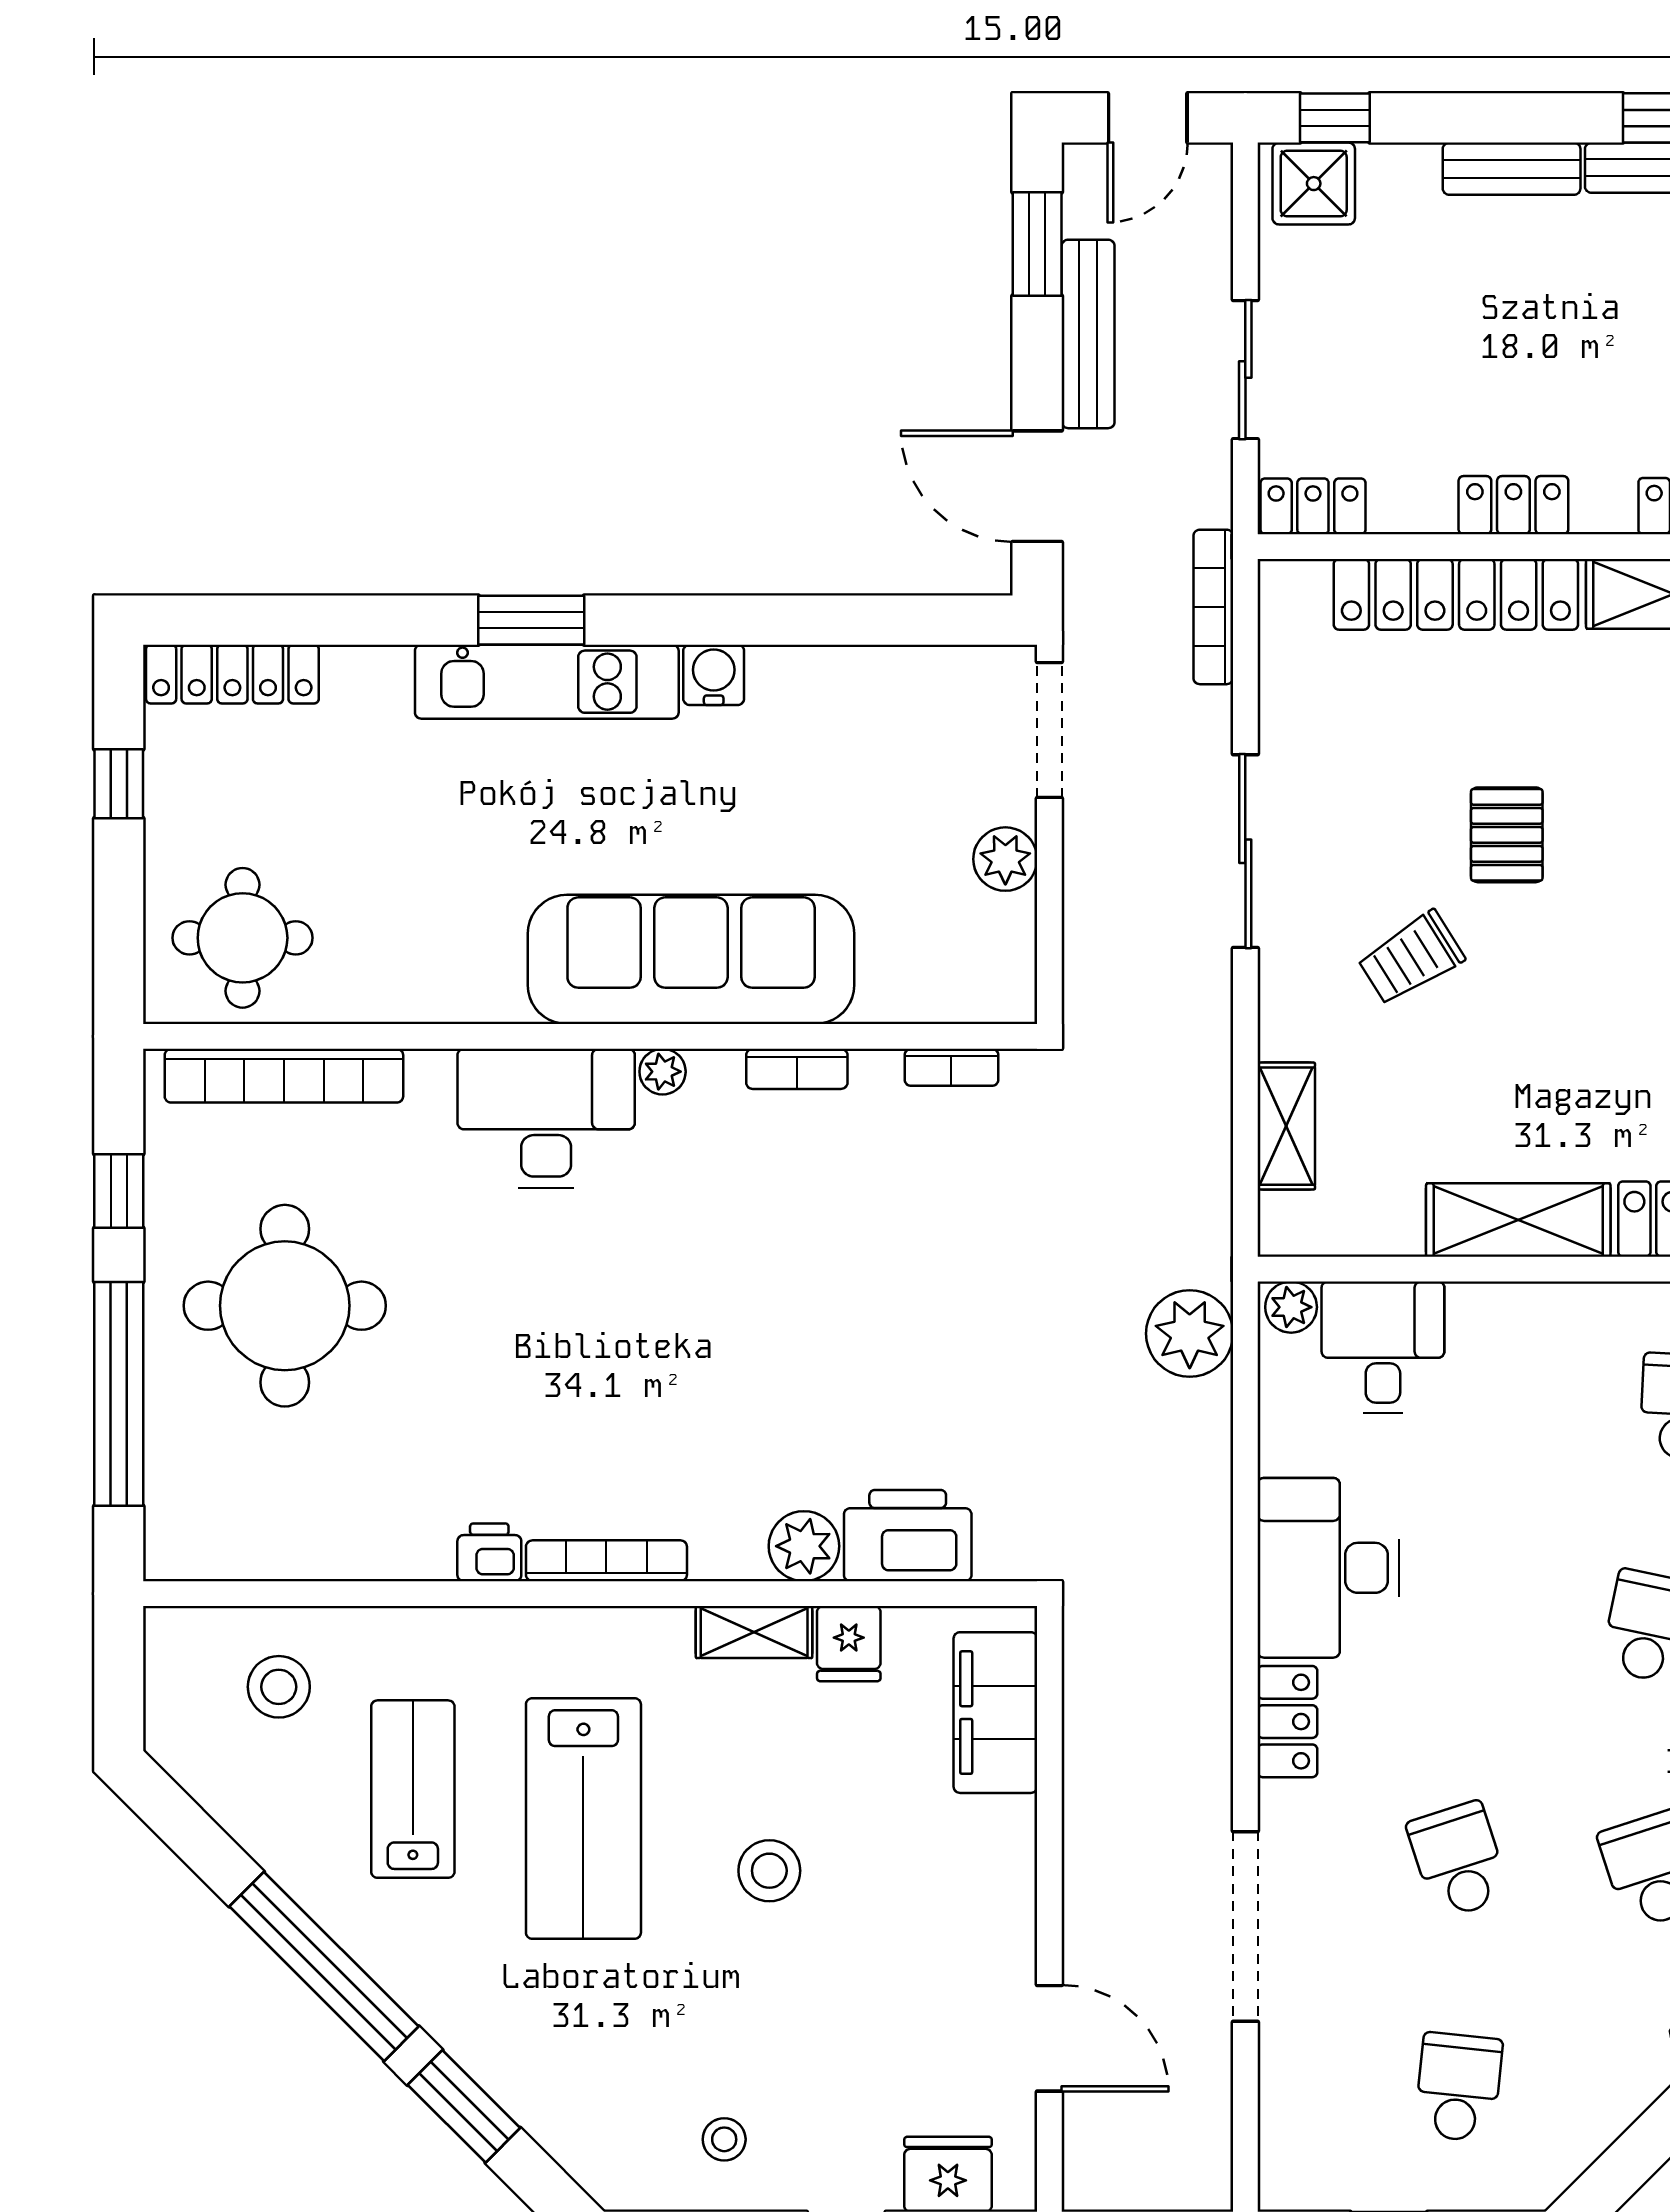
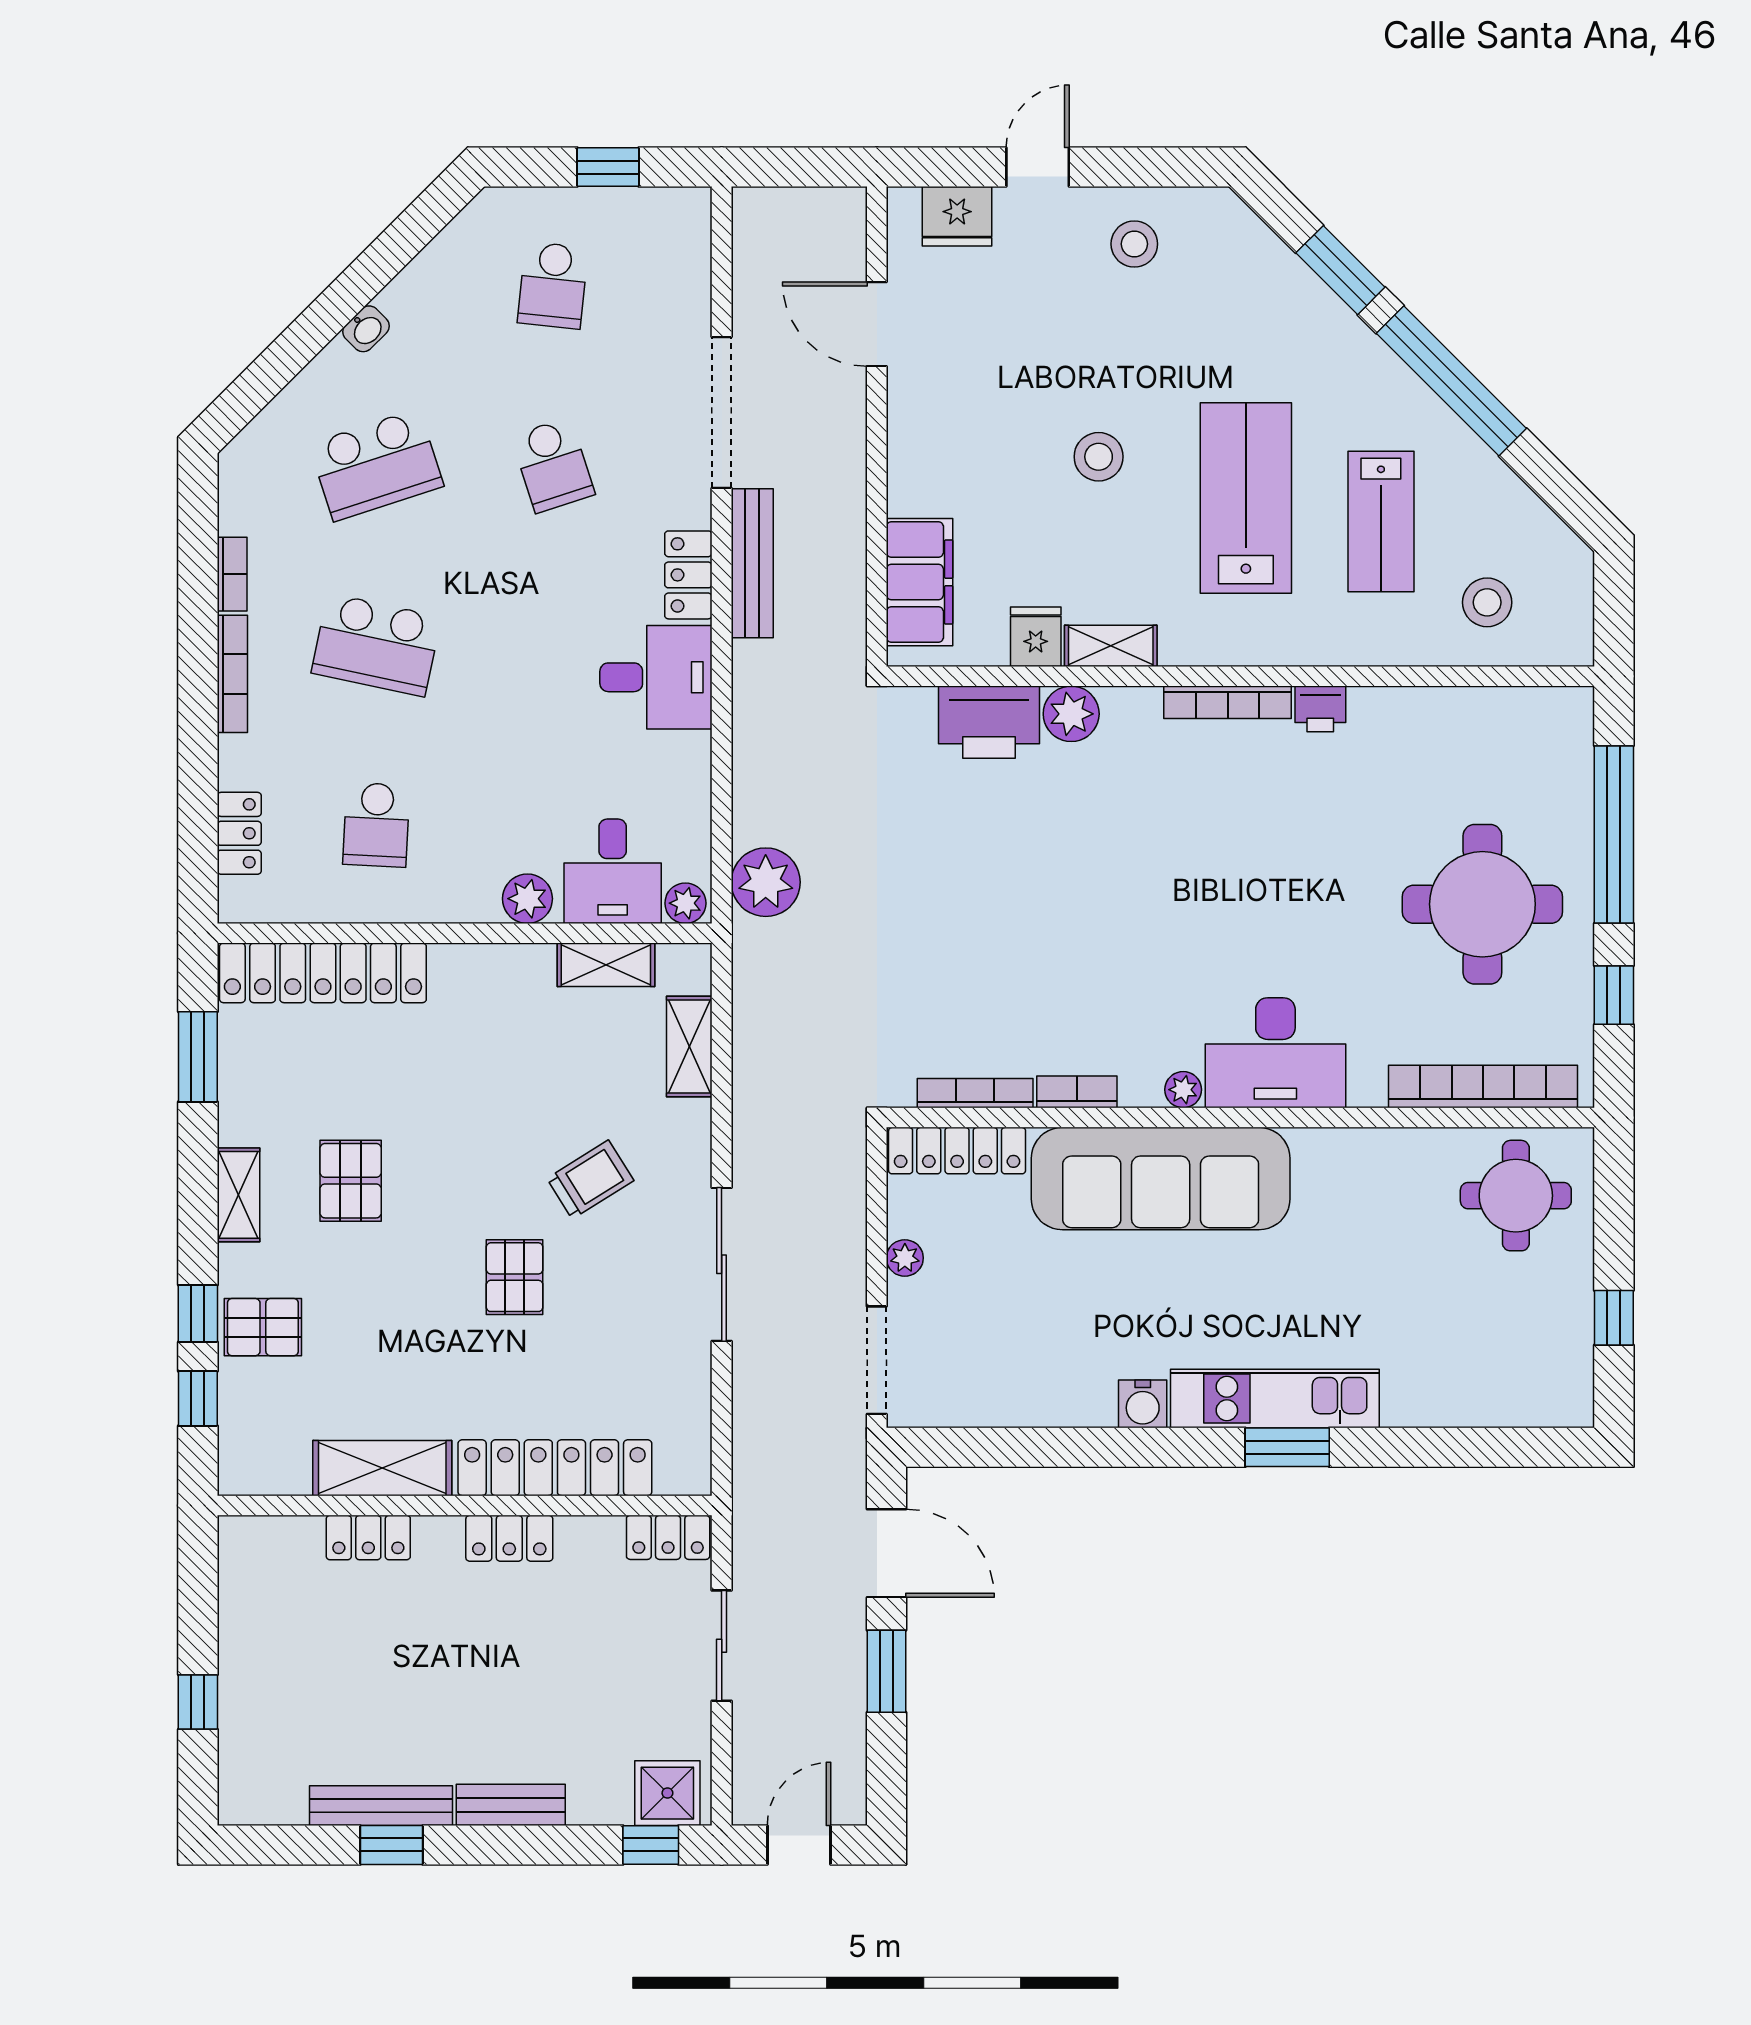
window: (1037, 244) -> (886, 1671), moved
bench: (1088, 334) -> (752, 563), moved
bookcase: (1213, 607) -> (747, 1458), removed
locker: (232, 674) -> (957, 1151), moved, turned 180
plant: (1005, 859) -> (905, 1258), width x0.73, depth x0.73
bookcase: (951, 1067) -> (975, 1093), width x1.56
shelving: (1518, 1220) -> (606, 965), moved, width x0.67, depth x0.75
plant: (1491, 1313) -> (527, 899), added
desk: (1328, 1568) -> (656, 677), width x0.73
stool: (724, 2139) -> (1134, 244), width x1.37, depth x1.37

